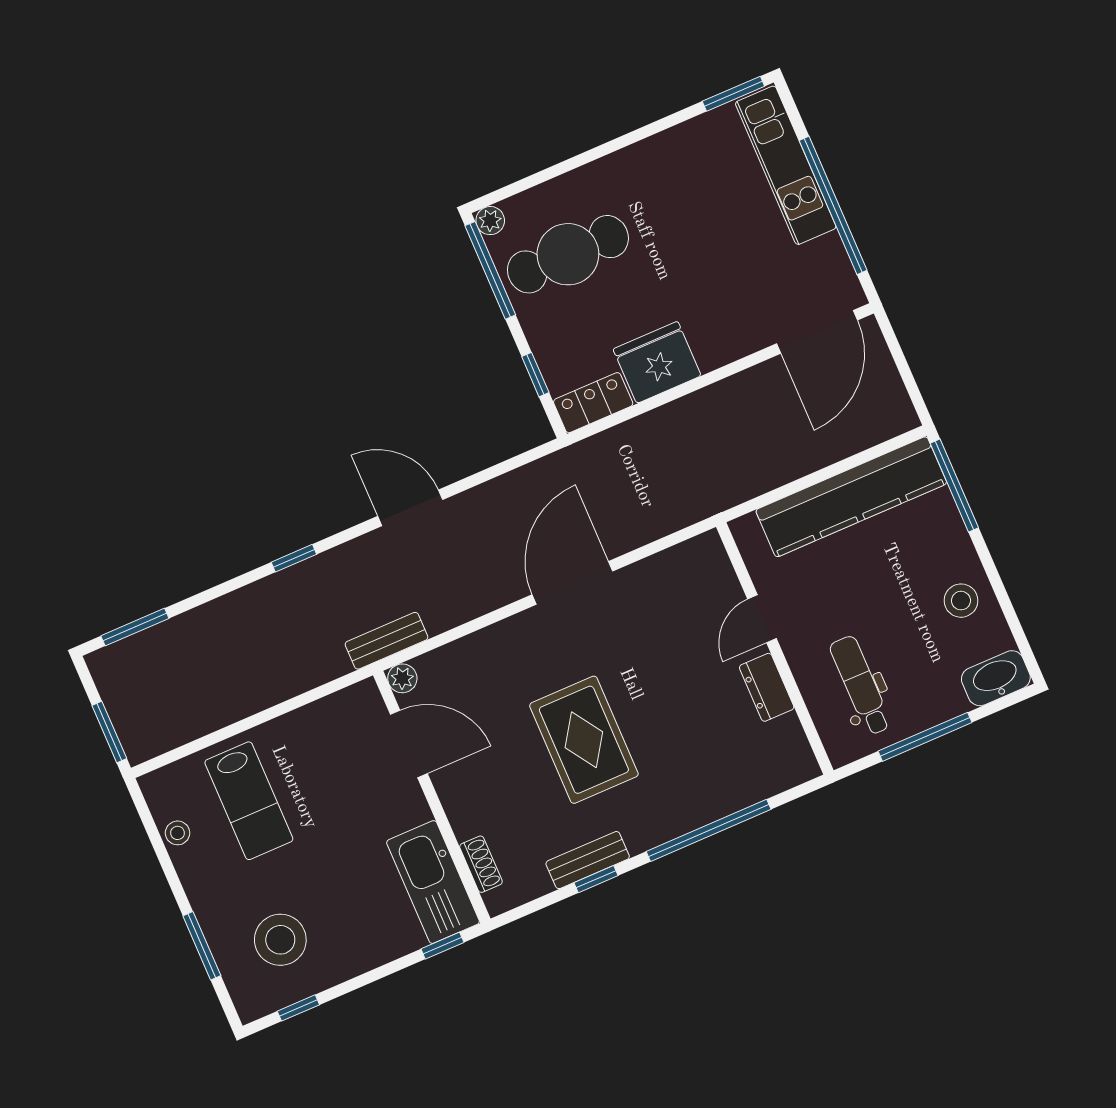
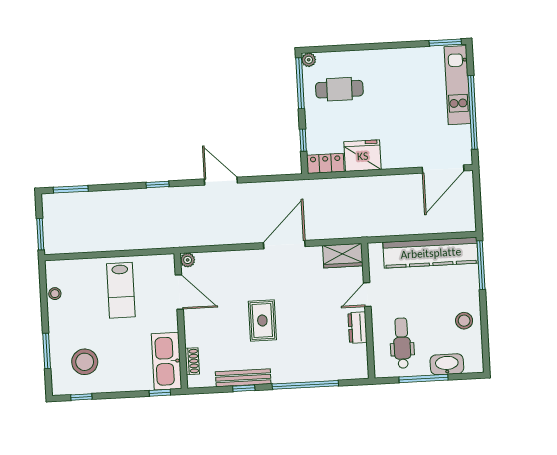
cafe table: (568, 254) -> (339, 89), width x0.73, depth x0.74
wardrobe: (689, 563) -> (343, 256), added
bench: (387, 641) -> (187, 240), removed
washbasin: (996, 678) -> (447, 364), moved
rug: (584, 740) -> (262, 320), width x0.73, depth x0.70
lab bench: (249, 801) -> (121, 290), moved
bench: (588, 860) -> (243, 378), width x1.36

